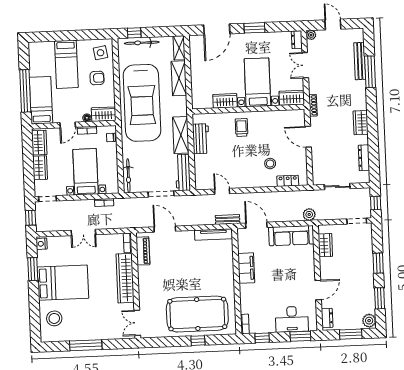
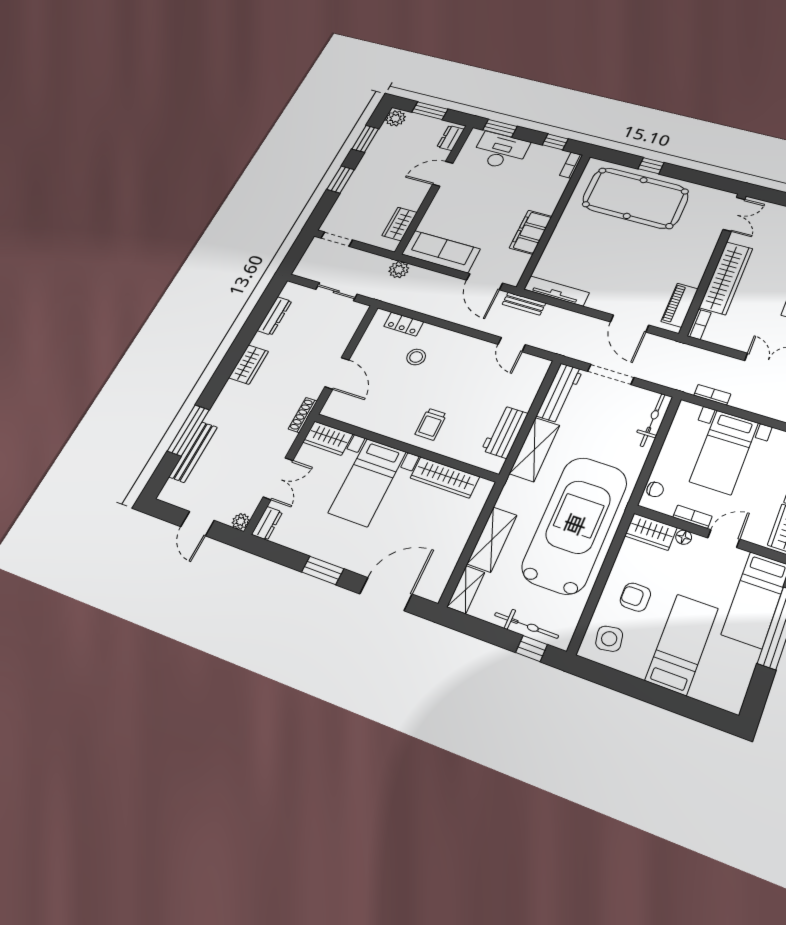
wardrobe: (225, 101) -> (445, 477), width x1.50
window: (376, 203) -> (296, 253), removed

